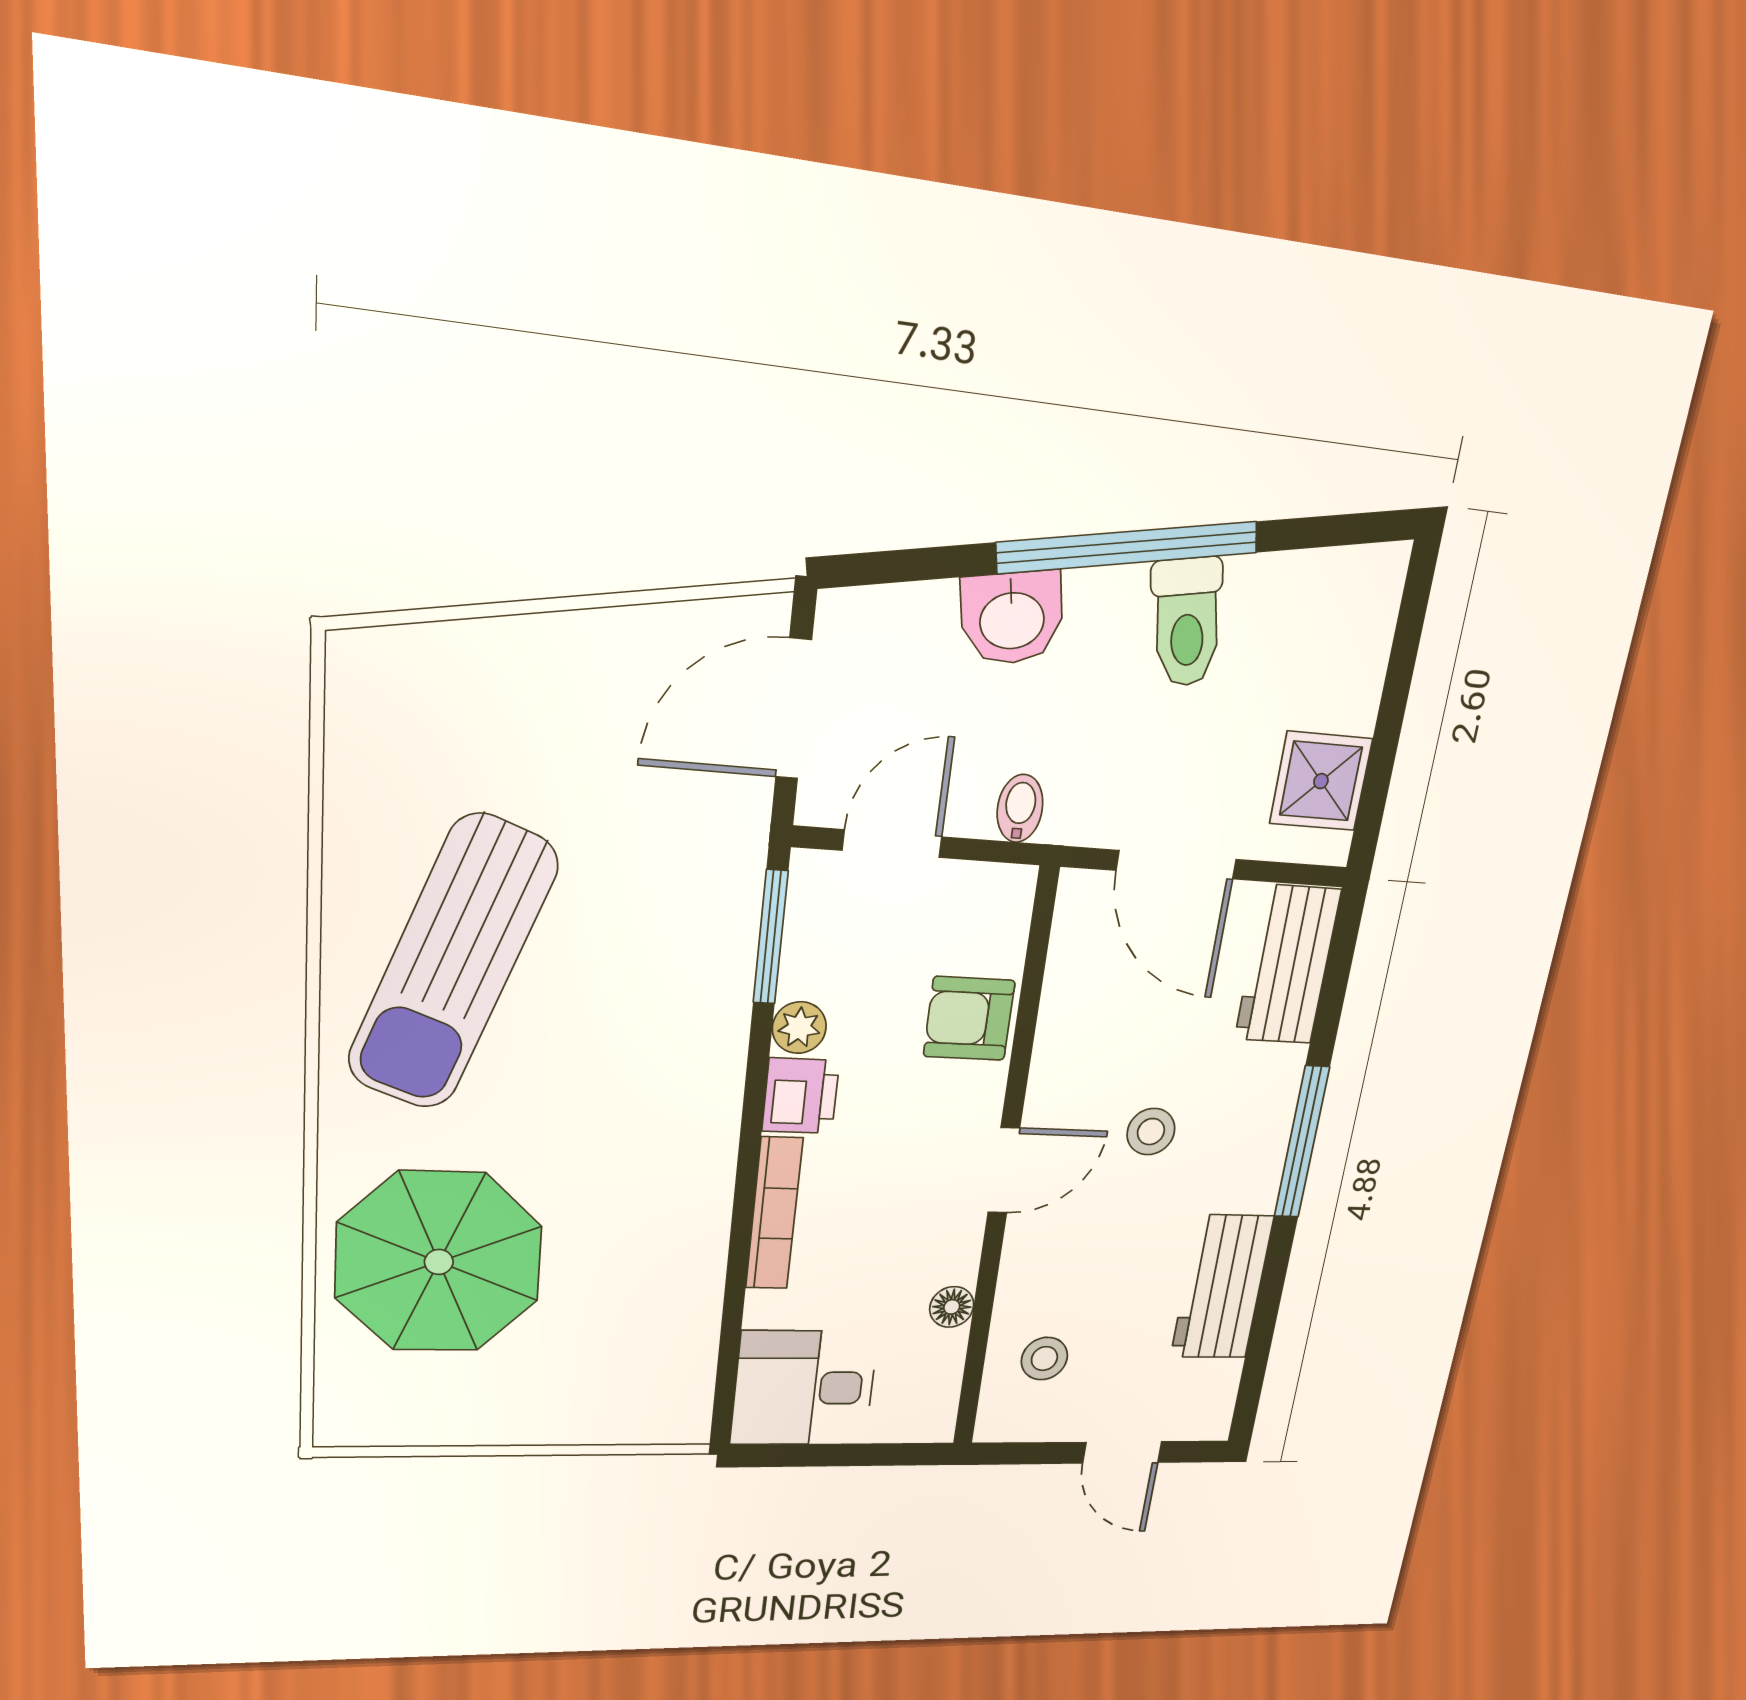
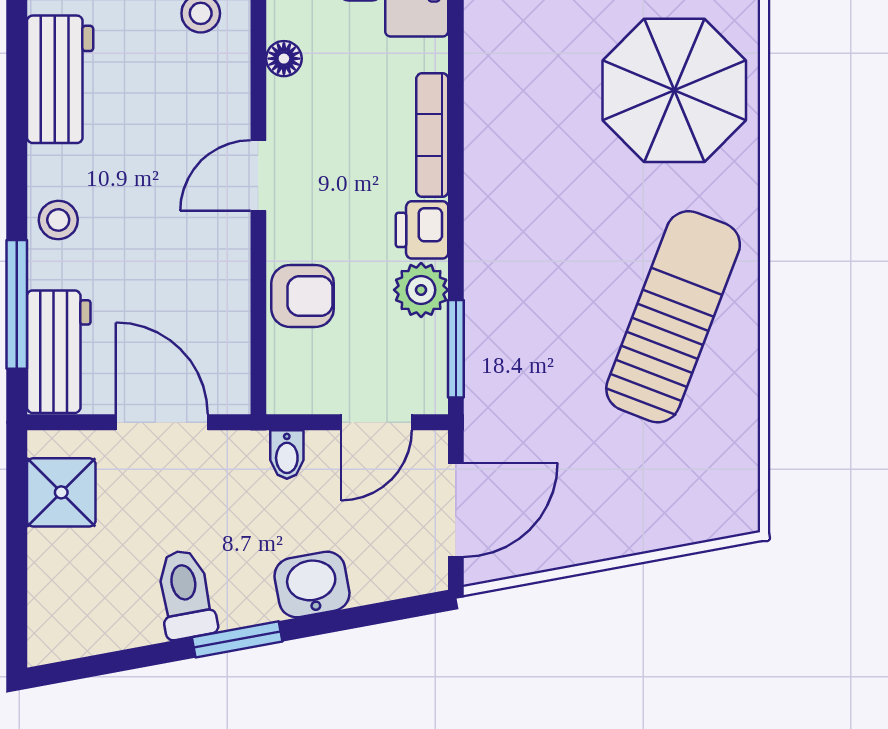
window: (1128, 547) -> (237, 639), width x0.47
plant: (799, 1028) -> (421, 290), width x1.38, depth x1.38
stool: (1151, 1132) -> (58, 220), moved
window: (1302, 1142) -> (17, 304), moved

